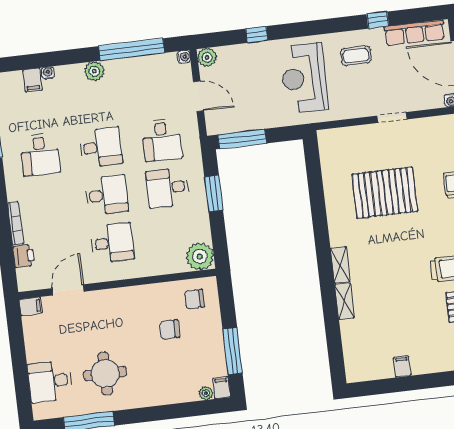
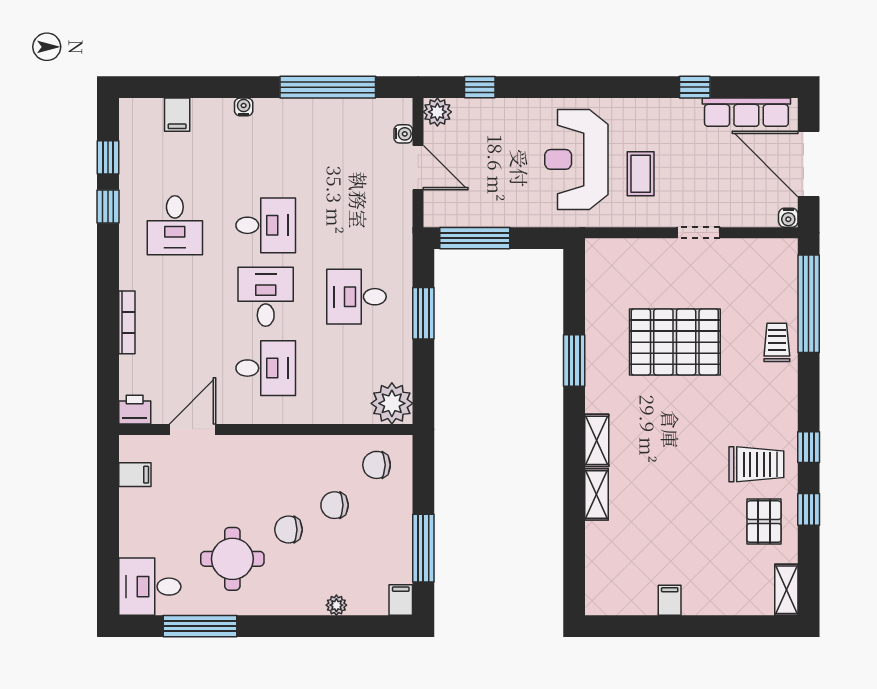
window: (257, 35) -> (480, 87), moved
coffee table: (356, 56) -> (641, 174), moved, turned 90
water cooler: (184, 57) -> (403, 134), moved
plant: (94, 71) -> (269, 113), removed
water cooler: (48, 73) -> (244, 107), moved
desk: (162, 140) -> (356, 225), removed
desk: (107, 195) -> (266, 297), turned -90
window: (319, 213) -> (574, 361), added
printer: (24, 256) -> (135, 410), moved, turned -90
filing cabinet: (31, 306) -> (135, 475), moved
chair: (141, 349) -> (289, 530), added
desk: (50, 381) -> (150, 587), moved
plant: (206, 393) -> (336, 605), moved

